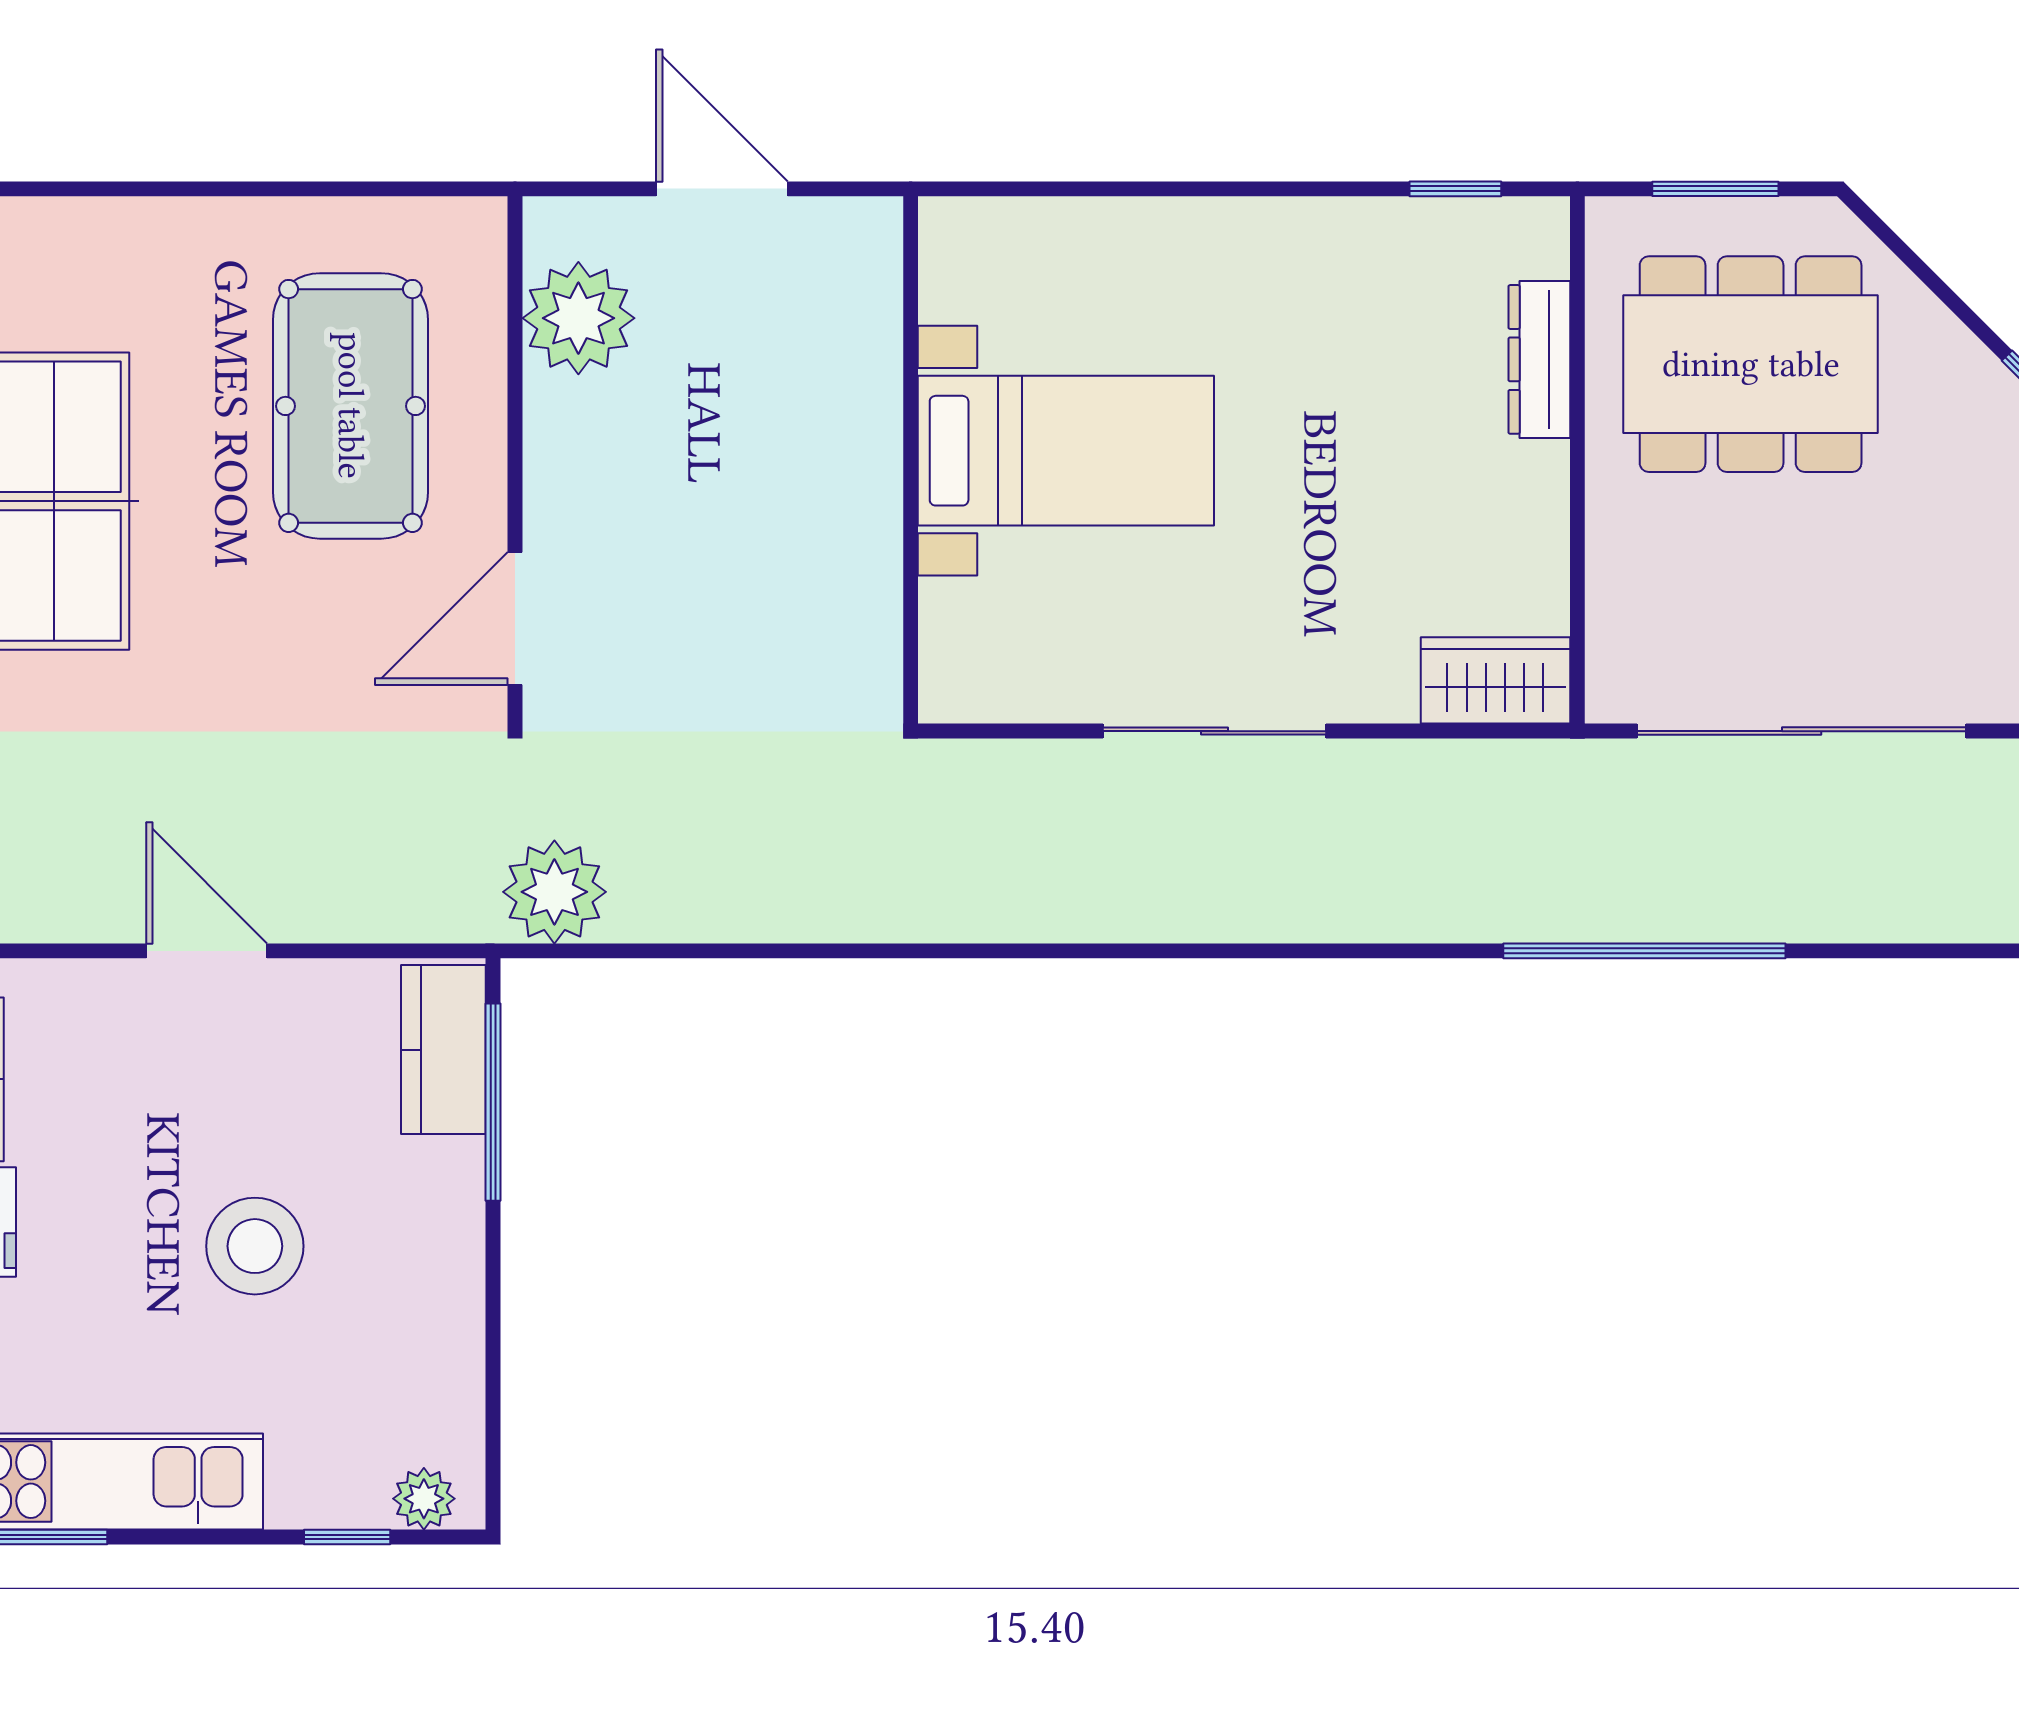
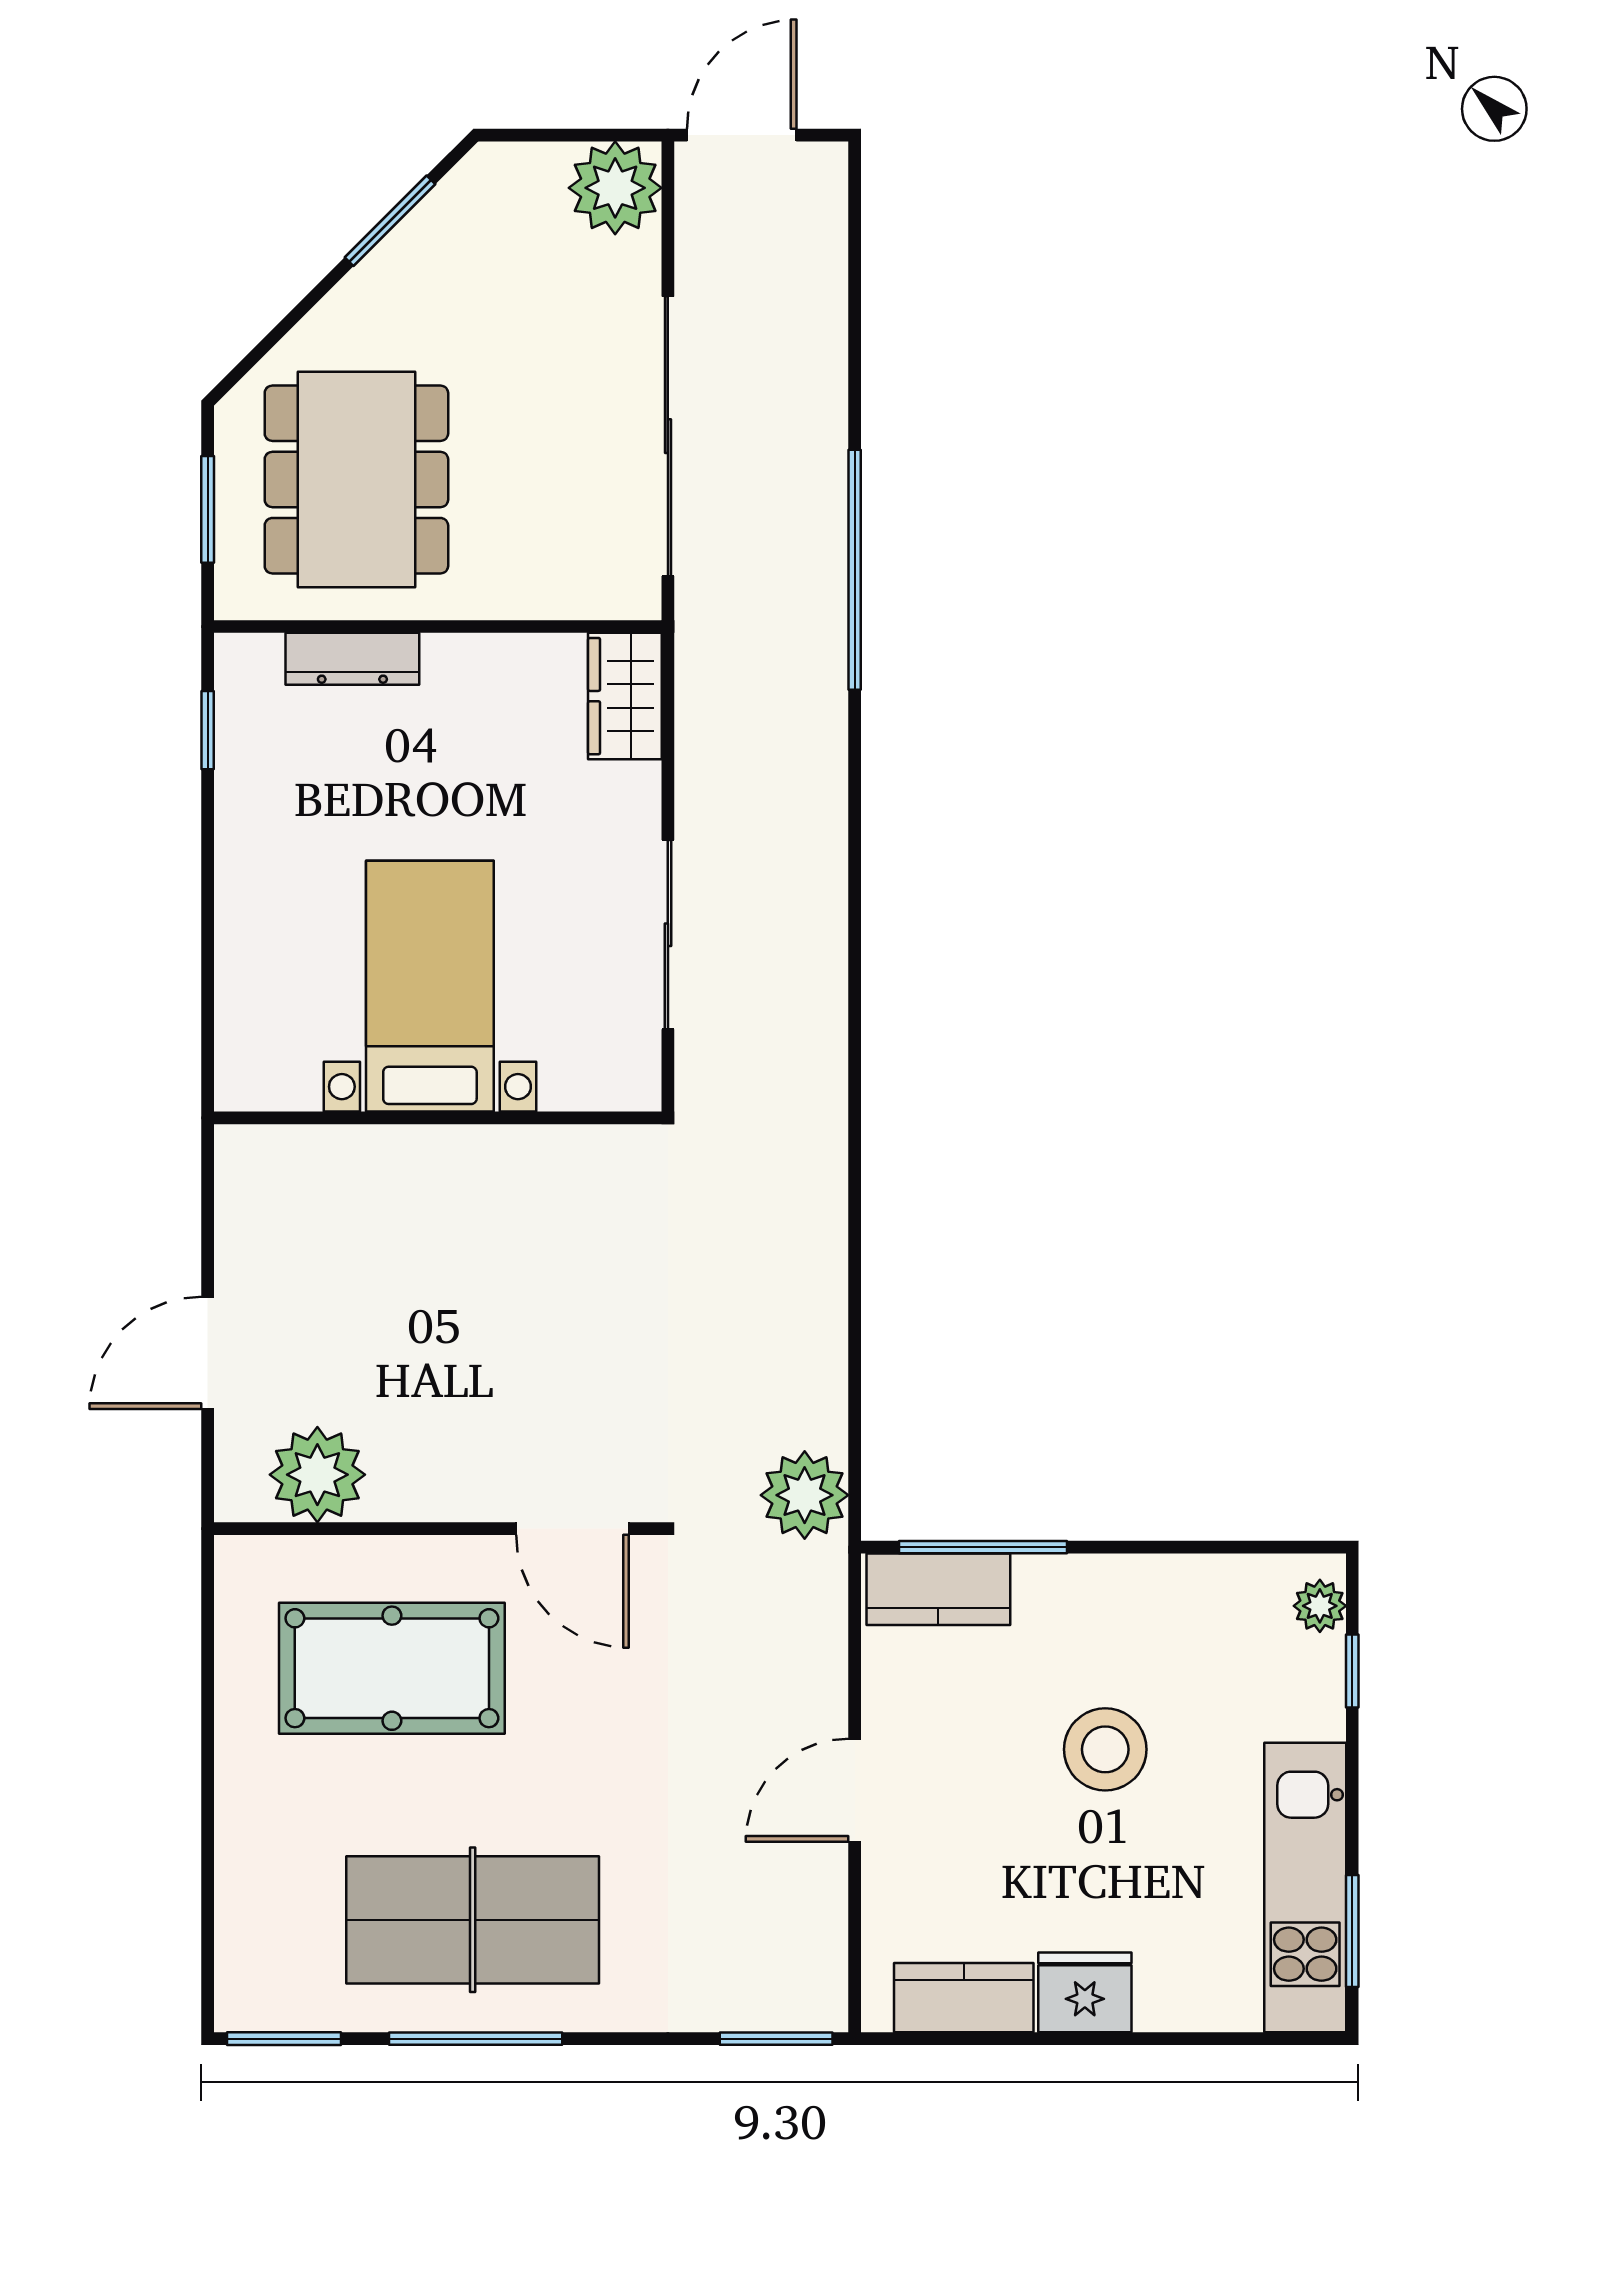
bed with nightstands: (1066, 451) -> (430, 986), moved
wall: (911, 460) -> (438, 1118), moved

